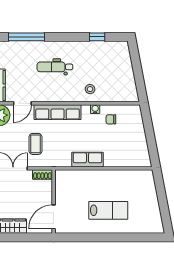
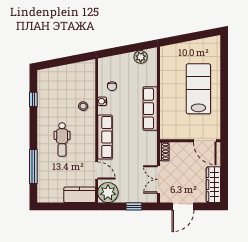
coffee table: (35, 144) -> (135, 158), removed
plant: (142, 150) -> (141, 57), added
row of seats: (87, 160) -> (150, 109), width x1.48
lab bench: (108, 210) -> (198, 89), width x1.36, depth x1.39

